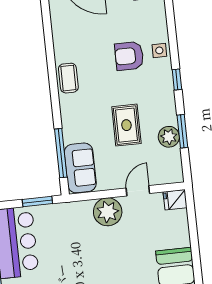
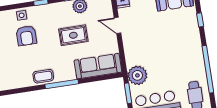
window: (61, 153) -> (62, 84), moved
sofa: (80, 168) -> (98, 66), width x1.36
plant: (108, 212) -> (137, 75), moved

